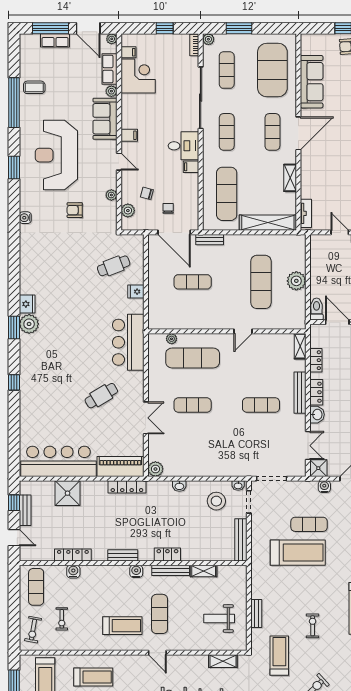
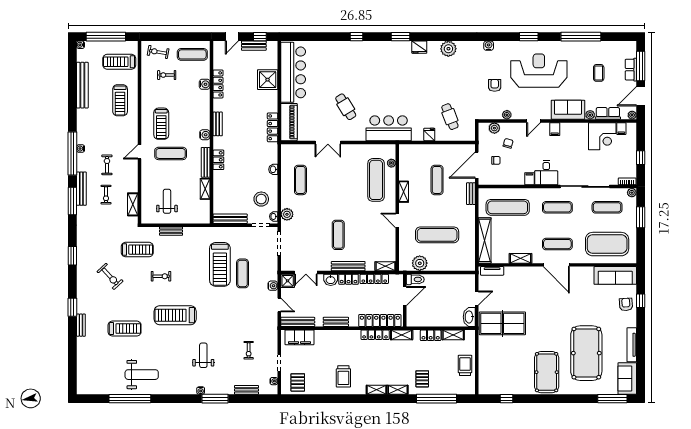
sofa: (312, 82) -> (615, 275), moved
coffee table: (34, 87) -> (599, 73), moved
plant: (296, 281) -> (420, 263), moved
shelving: (207, 323) -> (404, 192), added
plant: (29, 324) -> (448, 49), moved
locker: (316, 360) -> (374, 279), width x1.53
exercise mat: (193, 405) -> (300, 180), moved
plant: (155, 469) -> (287, 214), moved

